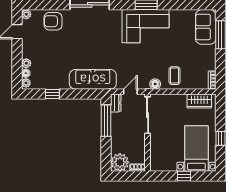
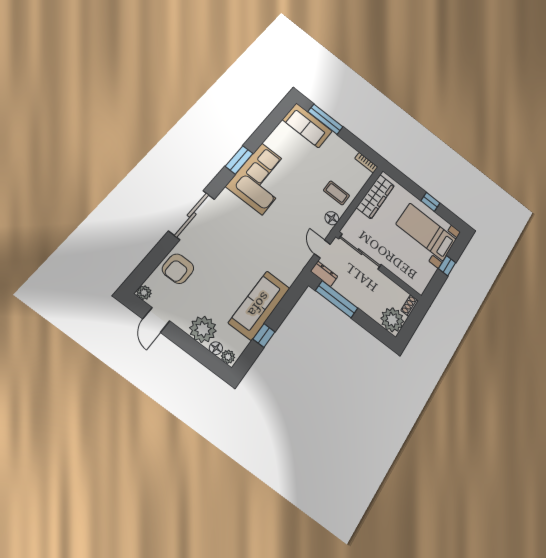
plant: (26, 63) -> (203, 329), width x1.87, depth x1.87
sofa: (93, 79) -> (259, 305), moved
wardrobe: (199, 101) -> (375, 197), width x1.50

